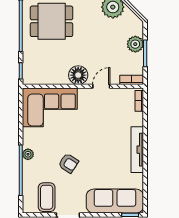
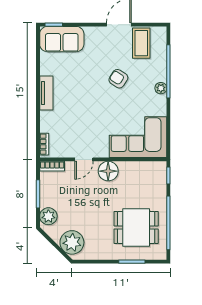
plant: (135, 44) -> (48, 216), moved
tv unit: (137, 150) -> (46, 93), width x0.71
sofa: (115, 201) -> (62, 39), width x0.73

